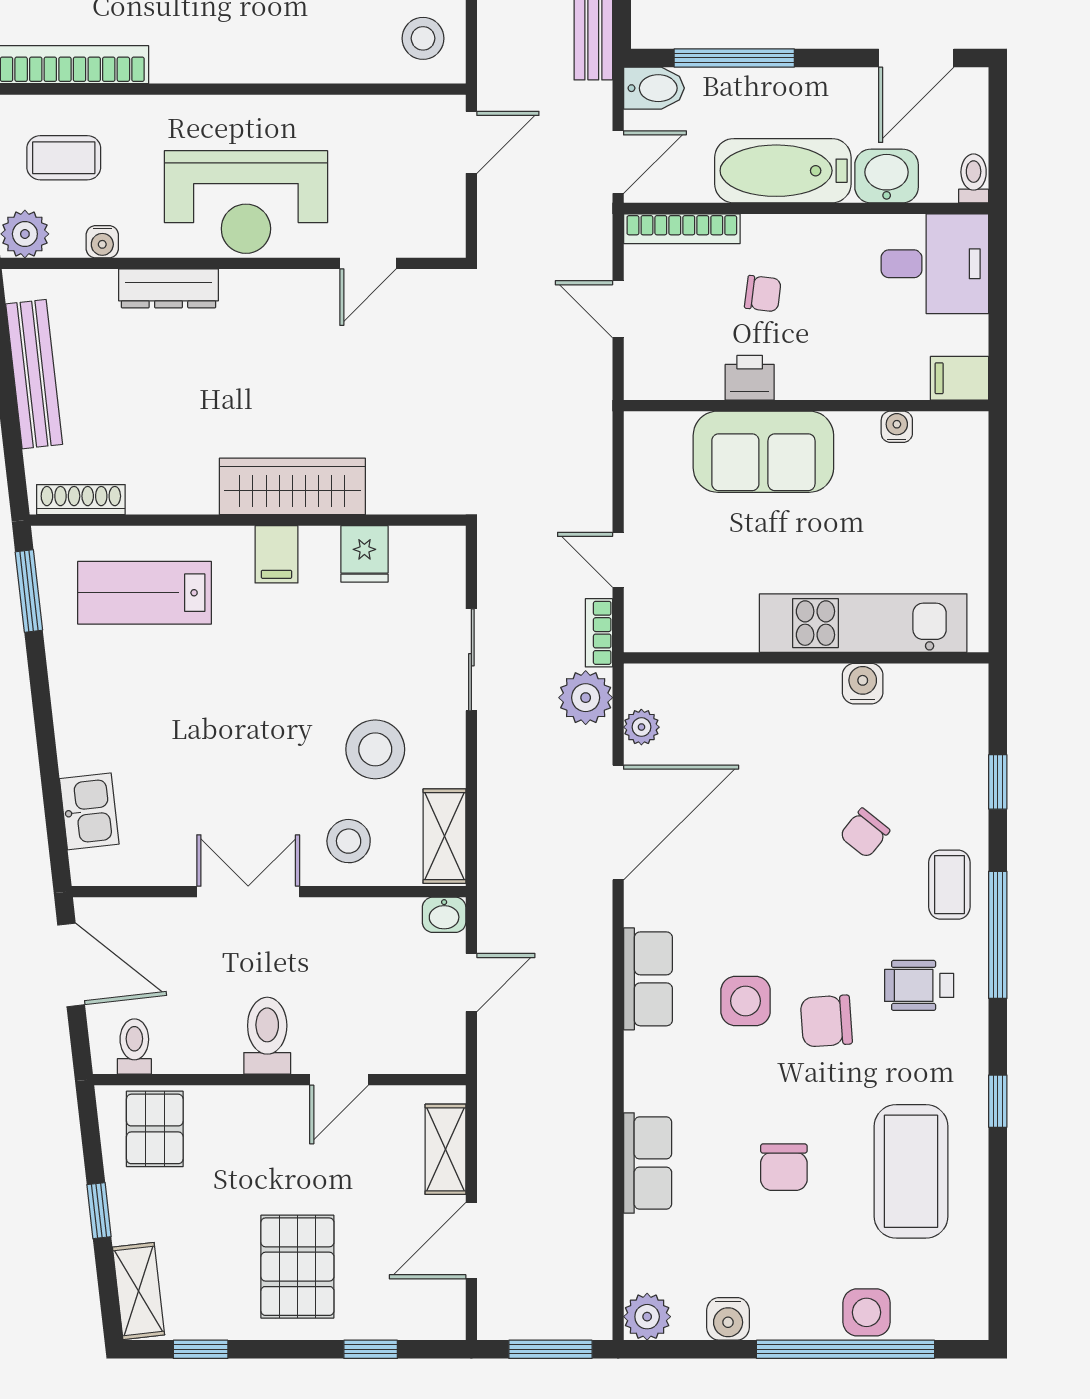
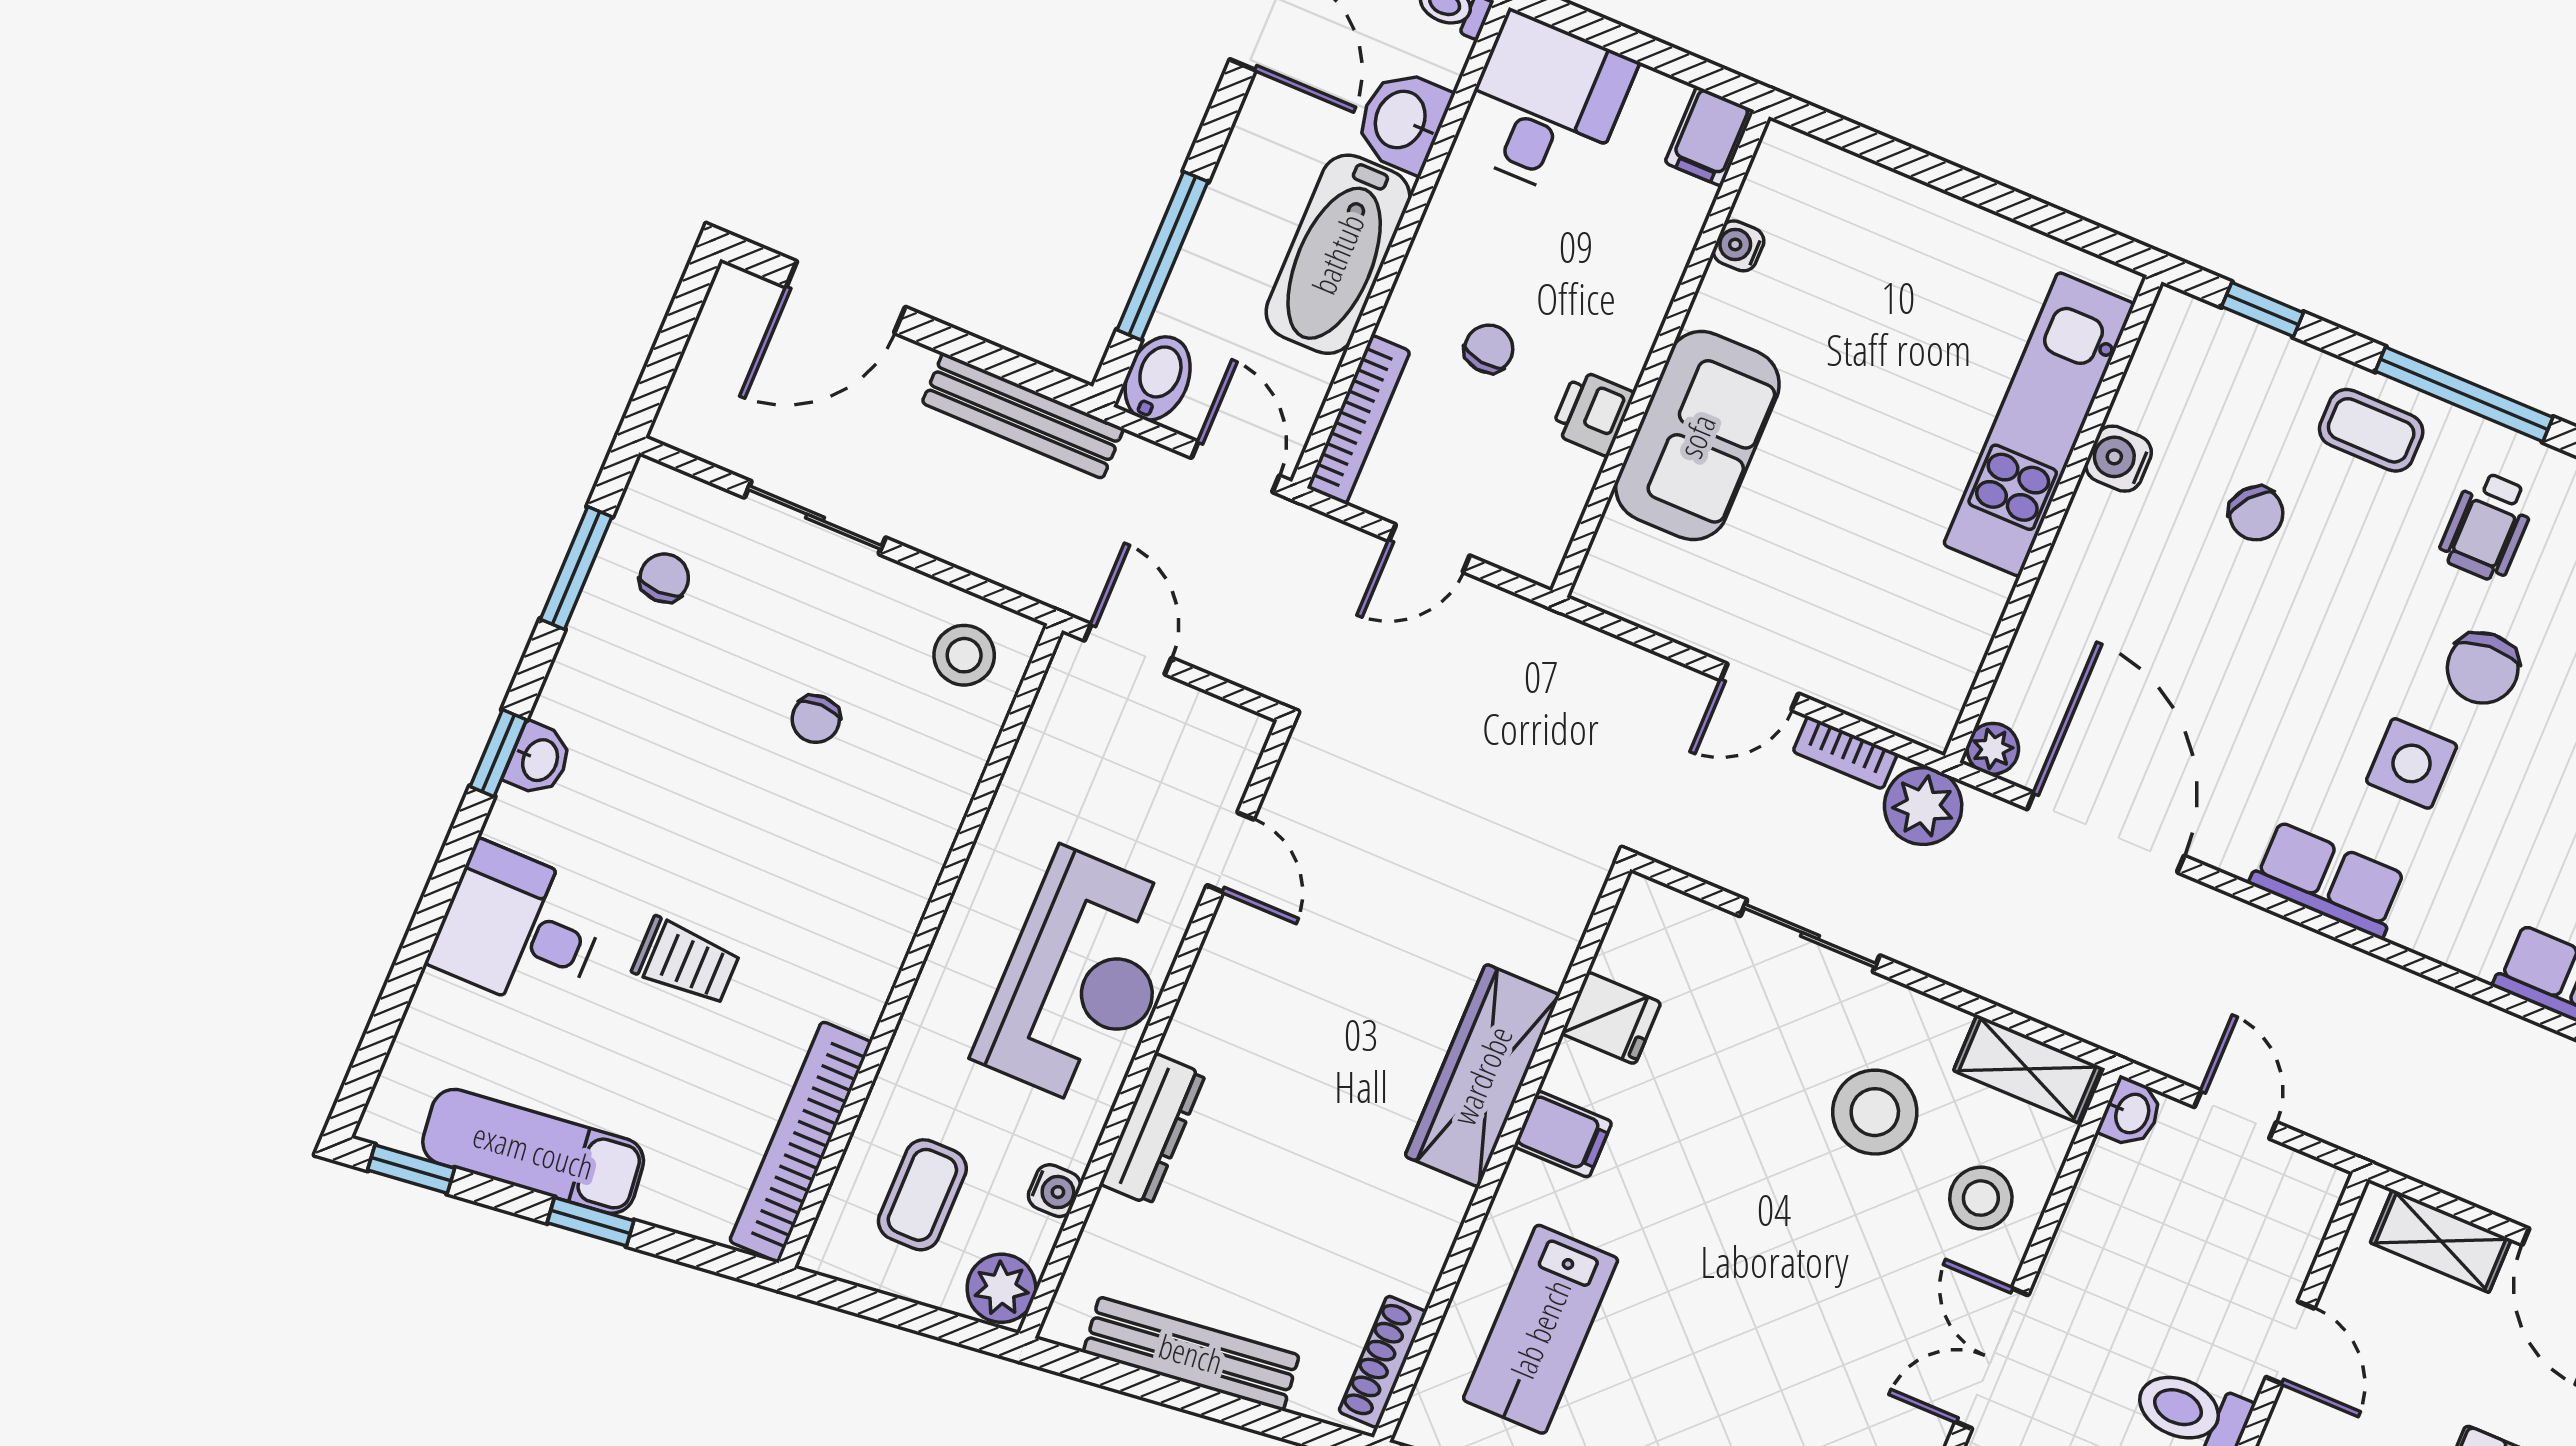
kitchen unit: (863, 623) -> (2039, 424), moved
wall: (806, 658) -> (2053, 519), moved
water cooler: (863, 684) -> (2119, 459), moved

